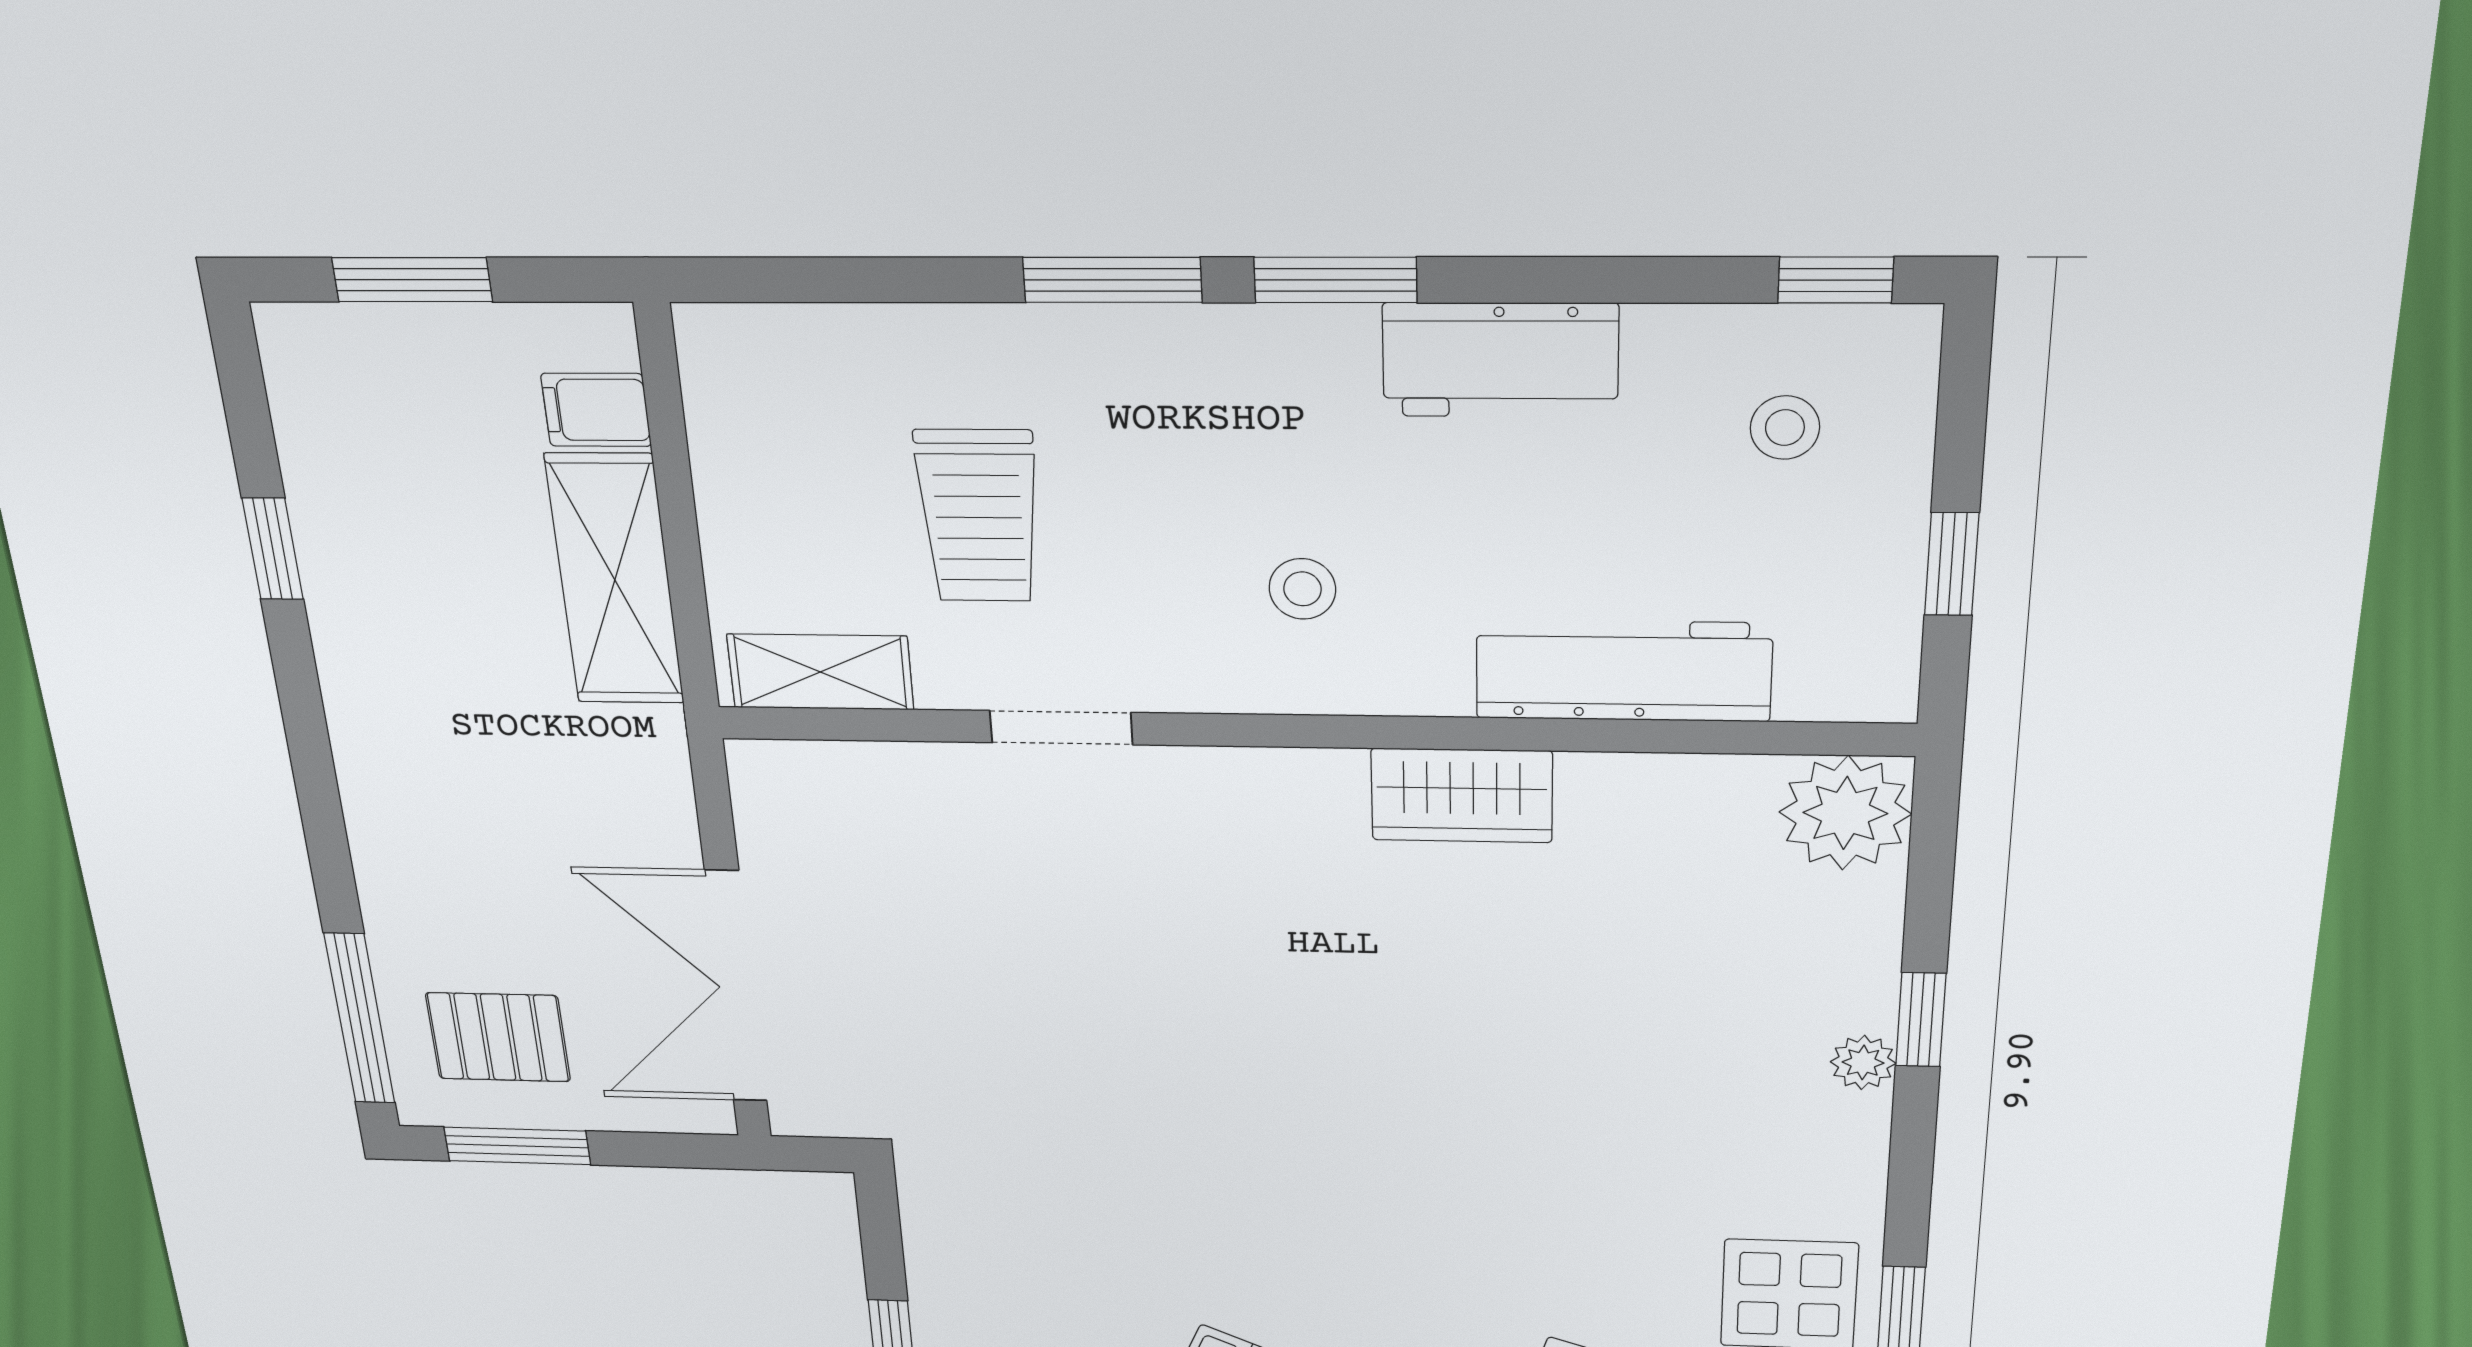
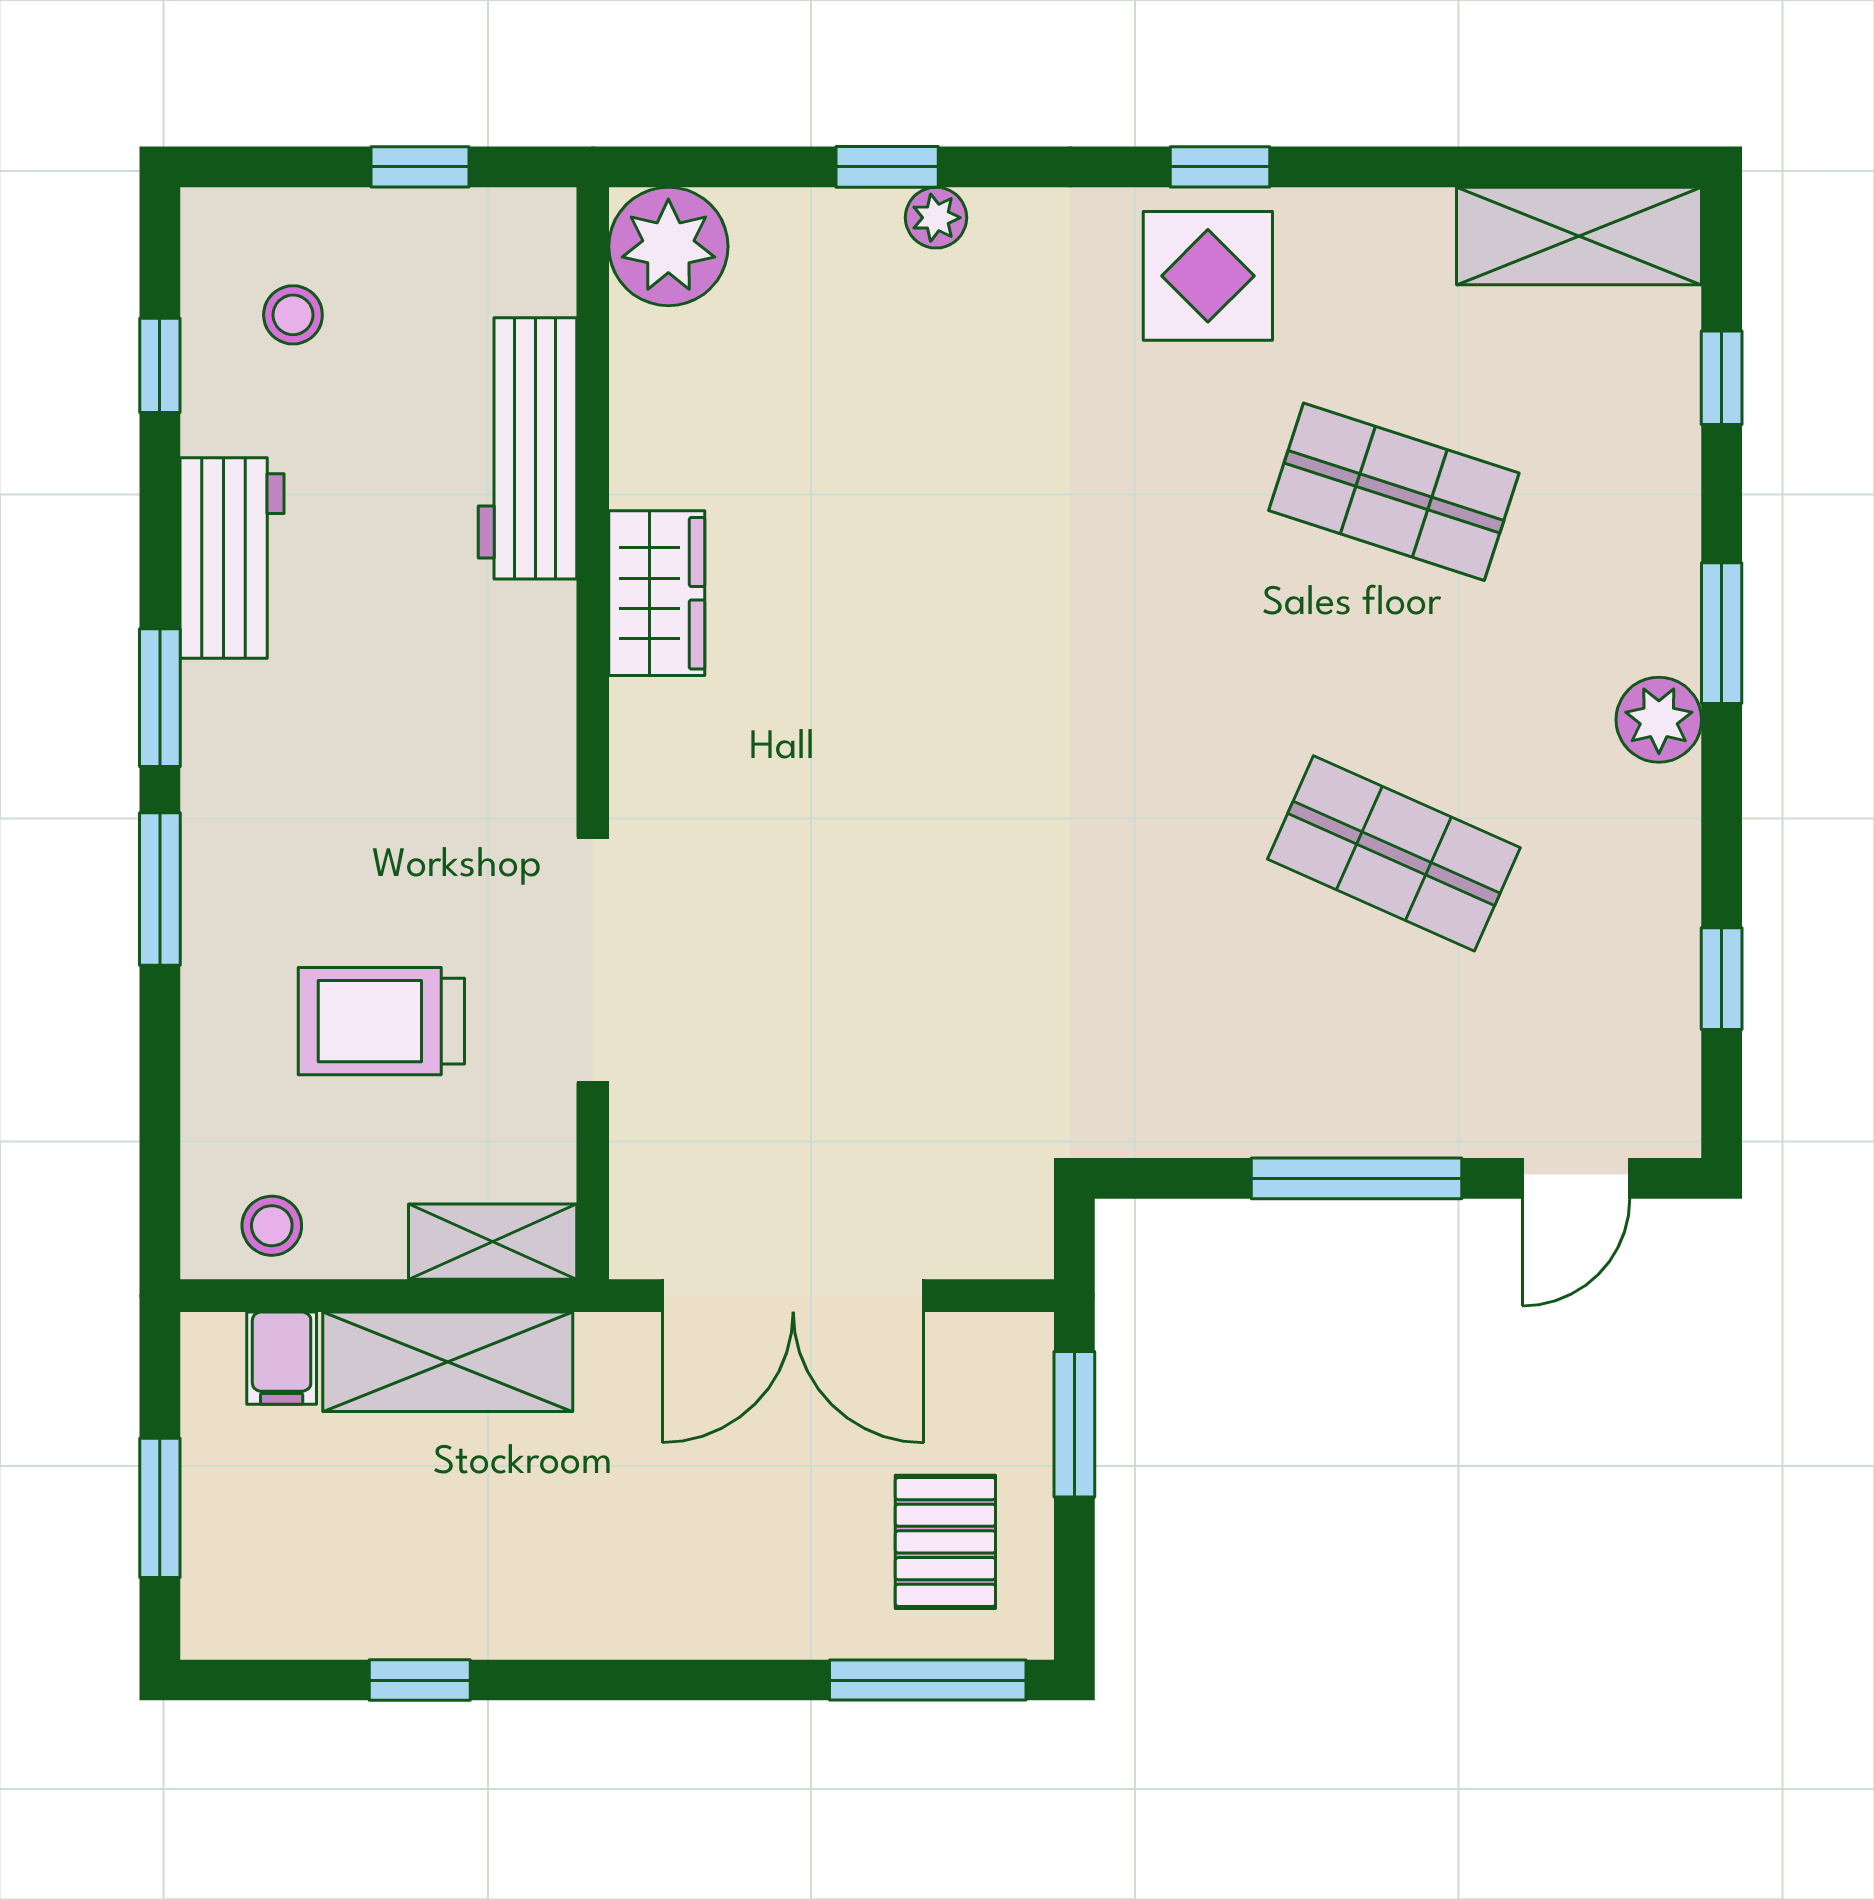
window: (1836, 280) -> (160, 365), moved
trolley: (979, 516) -> (381, 1021), turned 180
stool: (1302, 589) -> (272, 1226), moved
shelving: (820, 672) -> (493, 1242), moved, turned 90
doorway: (1061, 728) -> (593, 960), width x1.88
double door: (736, 987) -> (793, 1296), moved
window: (517, 1146) -> (1074, 1424), moved

